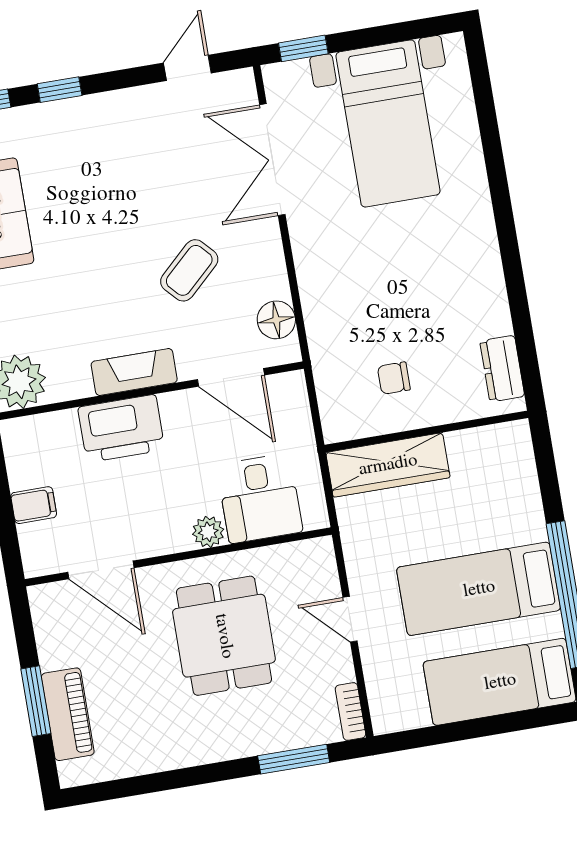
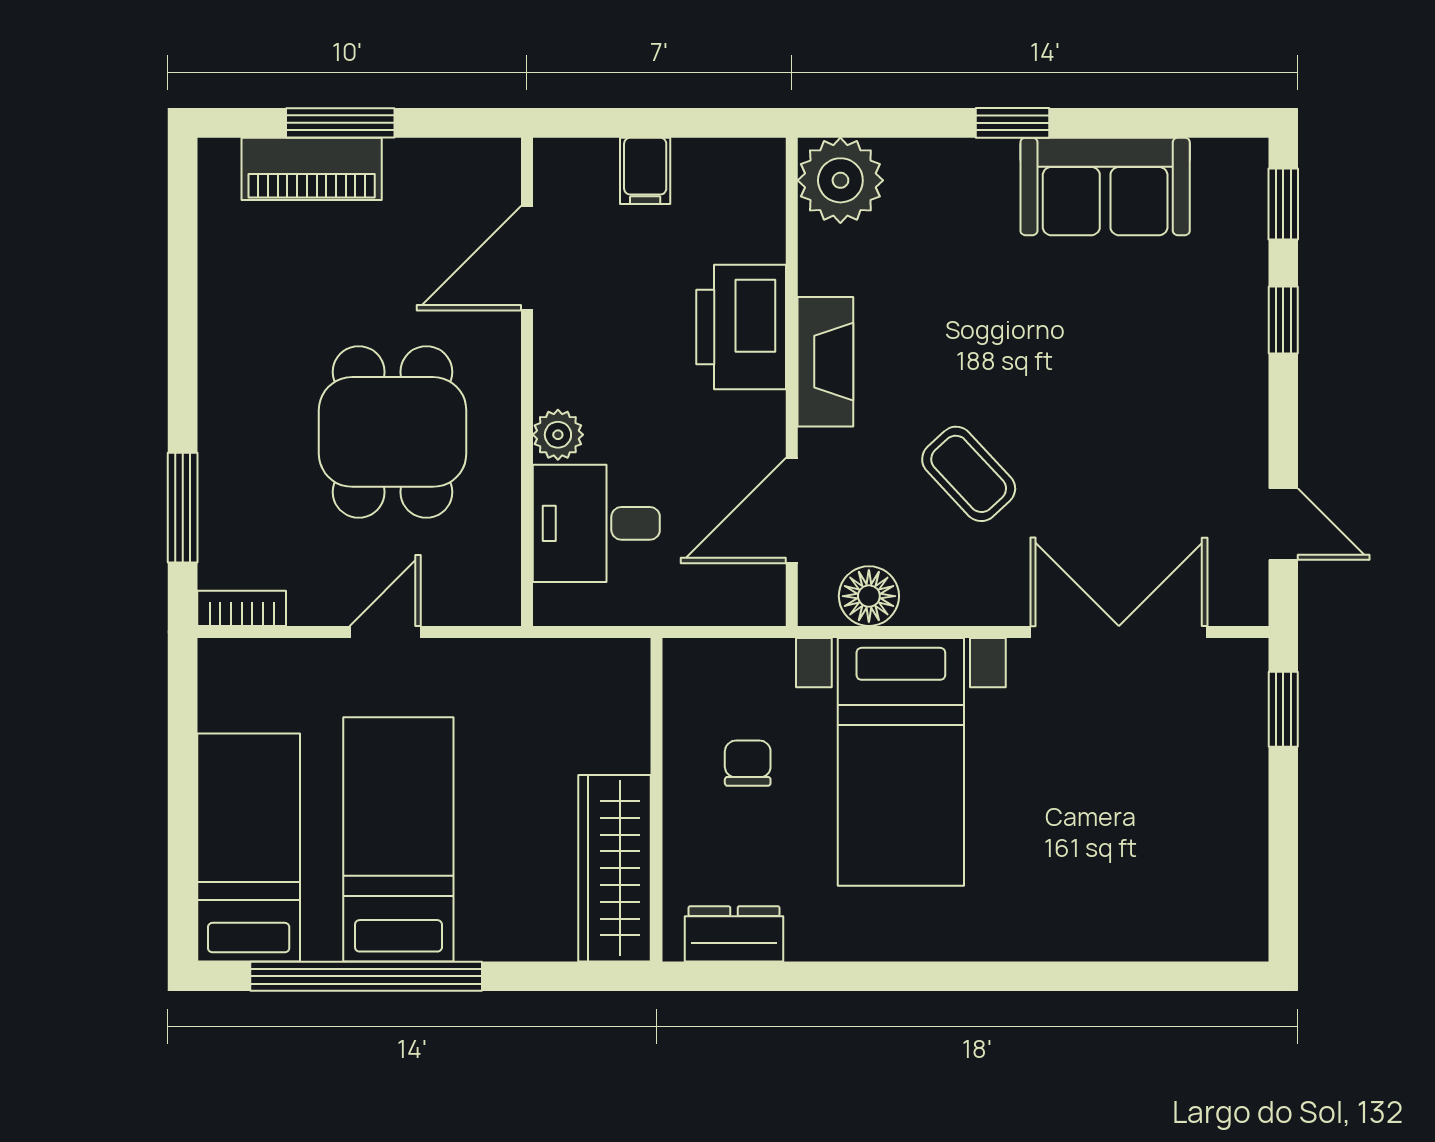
bed with nightstands: (388, 123) -> (901, 762), moved, turned -90
wardrobe: (388, 465) -> (614, 868), moved
dining table: (224, 636) -> (393, 432), turned 90

